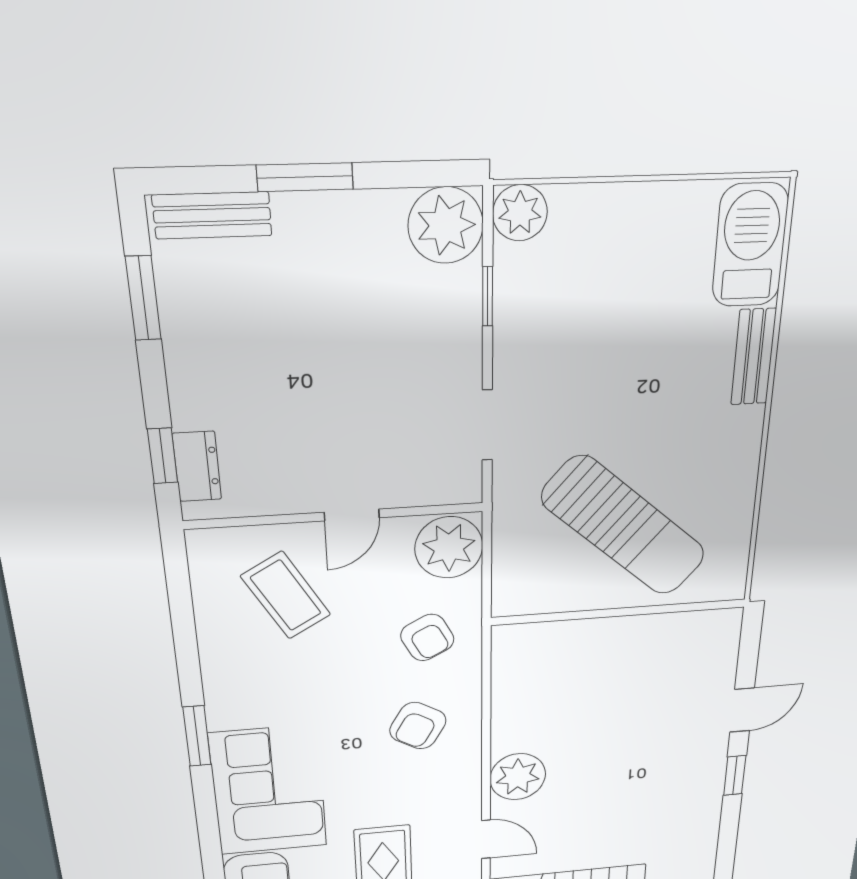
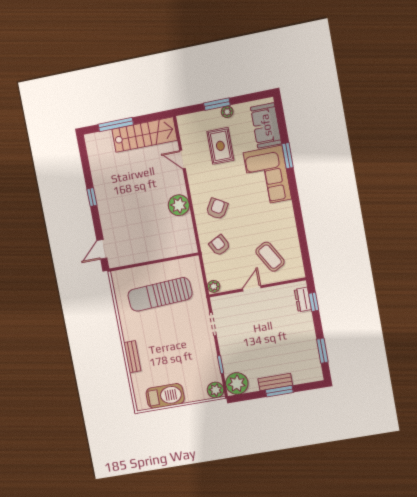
bench: (212, 215) -> (275, 382), moved
barbecue: (750, 245) -> (165, 396), moved, turned -90
sun lounger: (624, 526) -> (160, 294), turned -44
plant: (449, 547) -> (214, 286), width x0.53, depth x0.53
door: (742, 710) -> (102, 249), moved
window: (197, 736) -> (288, 156), moved
plant: (518, 777) -> (179, 205), moved

